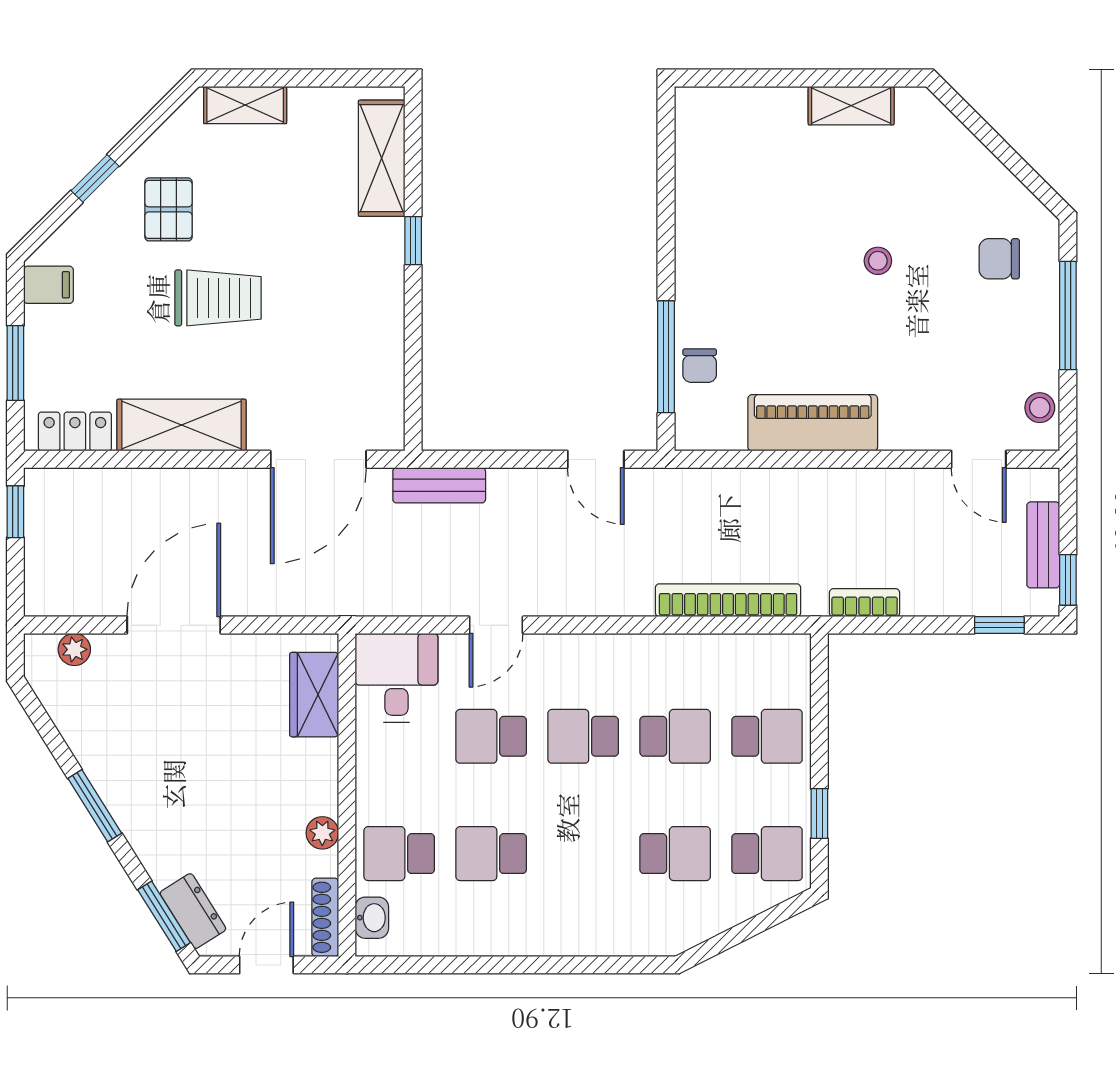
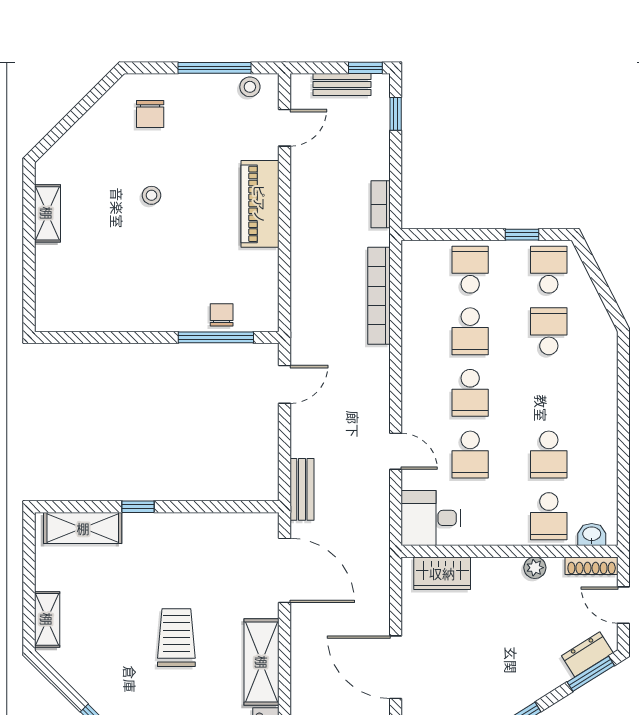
pallet: (168, 209) -> (117, 671), removed
window: (1068, 316) -> (214, 68), moved
chair: (700, 366) -> (222, 315), turned -90
piano: (813, 423) -> (260, 204), moved
school desk: (675, 736) -> (470, 331), turned 180

